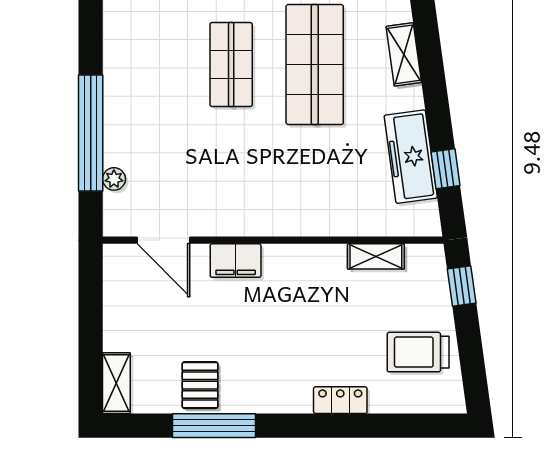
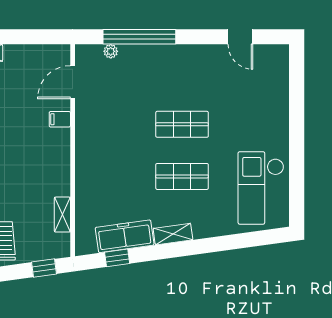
shelving: (404, 54) -> (173, 234), moved
shop shelf: (315, 64) -> (182, 176), width x0.70, depth x0.74
filing cabinet: (236, 261) -> (60, 119), width x0.50

